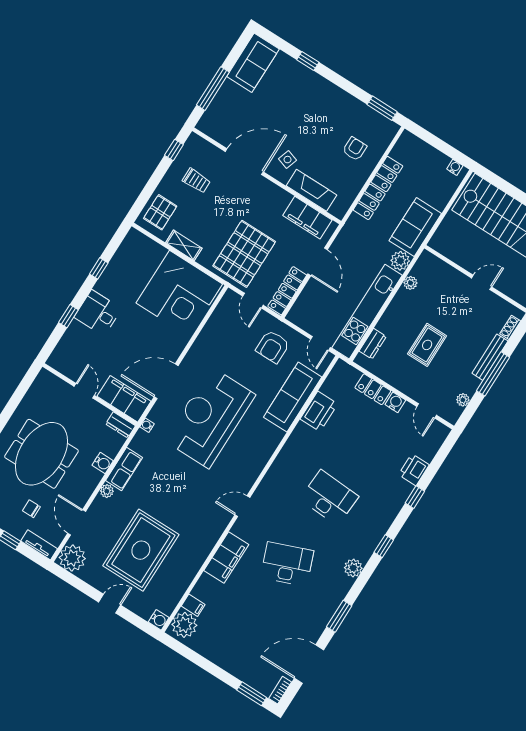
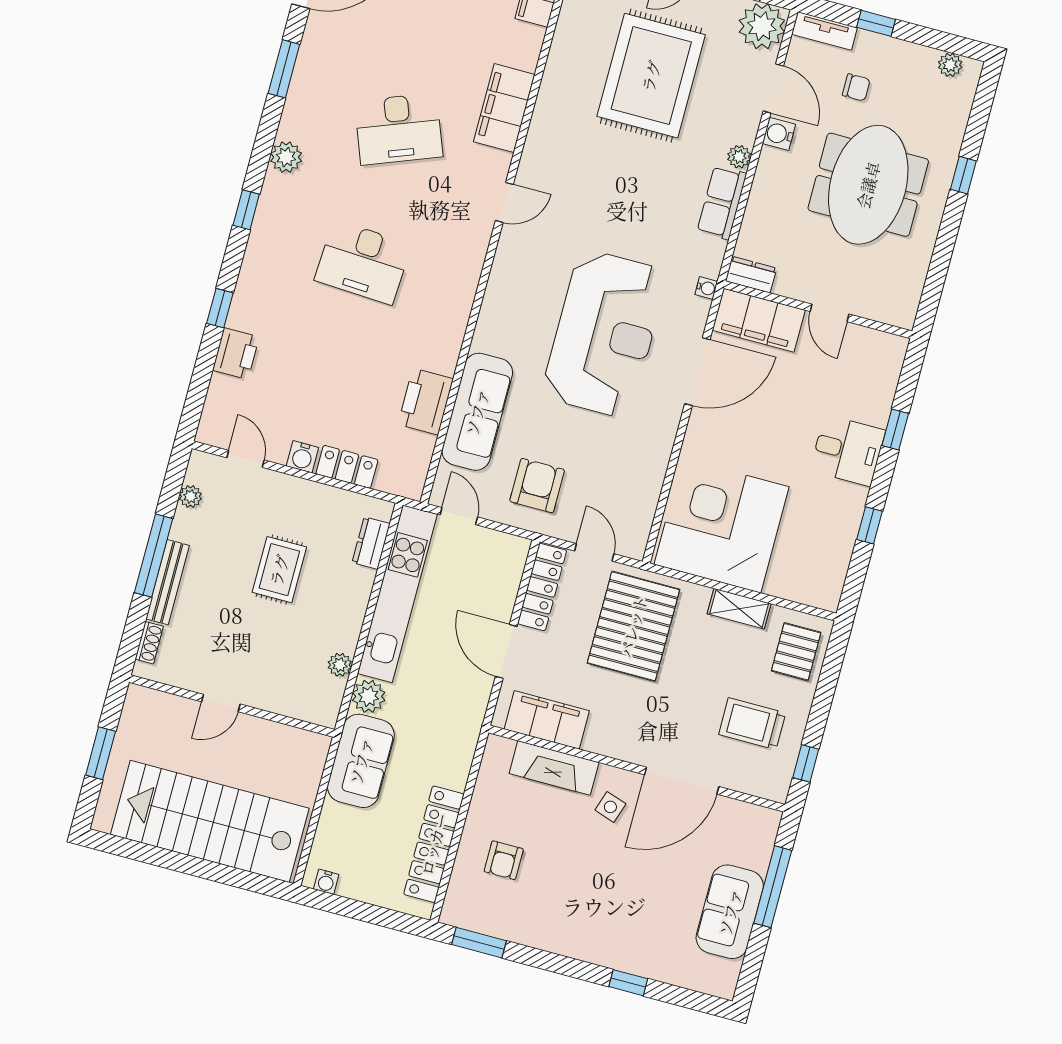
sofa: (253, 63) -> (730, 912), moved
trolley: (196, 181) -> (752, 724), width x1.36, depth x1.39
locker: (378, 188) -> (434, 844), moved
water cooler: (103, 463) -> (779, 134), moved

